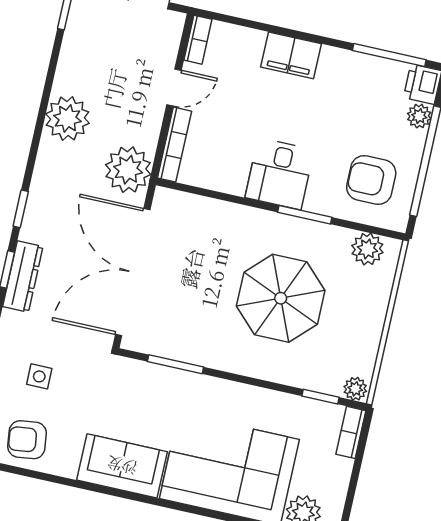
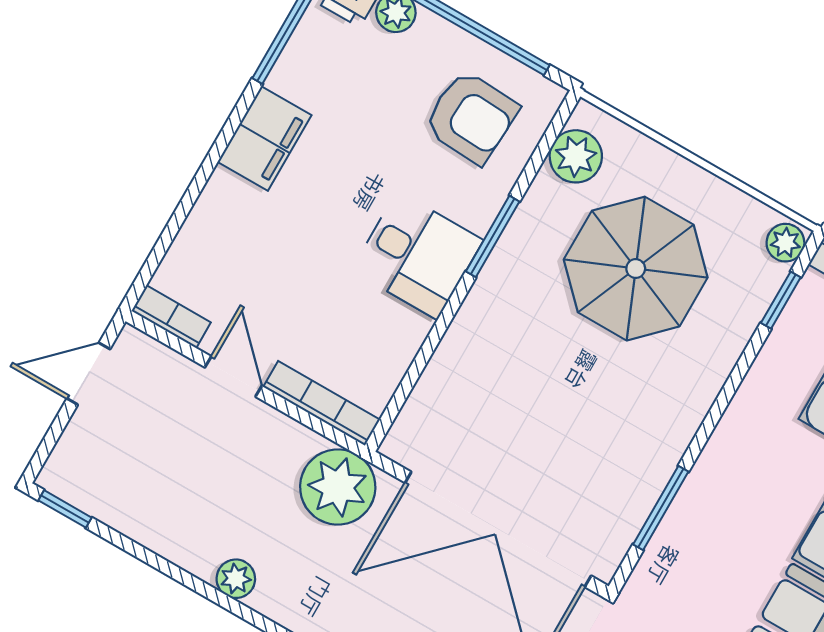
filing cabinet: (291, 55) -> (265, 139), moved
plant: (67, 118) -> (236, 579), width x0.53, depth x0.53
armchair: (371, 180) -> (471, 117), turned -87
parasol: (281, 298) -> (636, 269), moved

